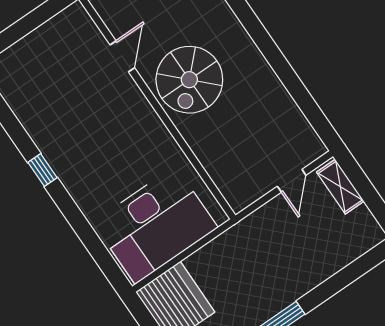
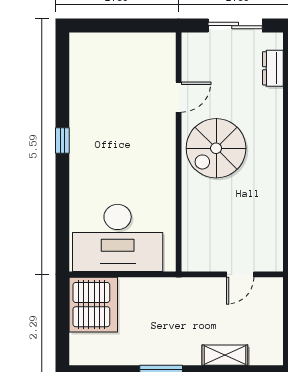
shelving: (340, 187) -> (225, 355), moved, turned 90

